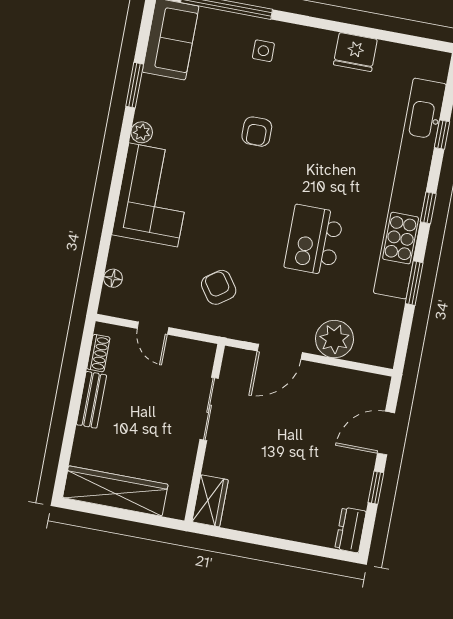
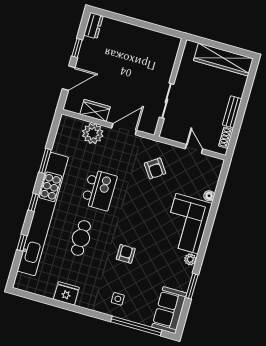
cafe table: (338, 152) -> (81, 238), added
floor lamp: (113, 278) -> (209, 196), moved
wardrobe: (210, 501) -> (95, 111), moved, turned 90

